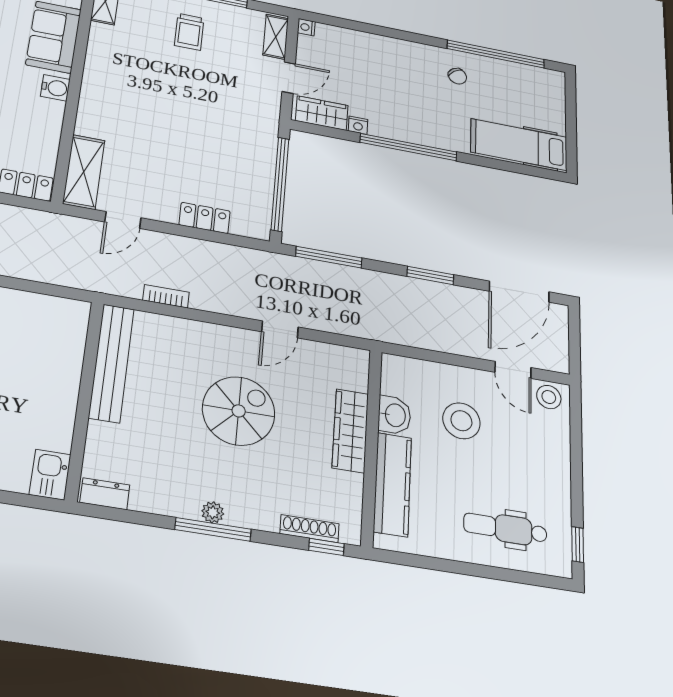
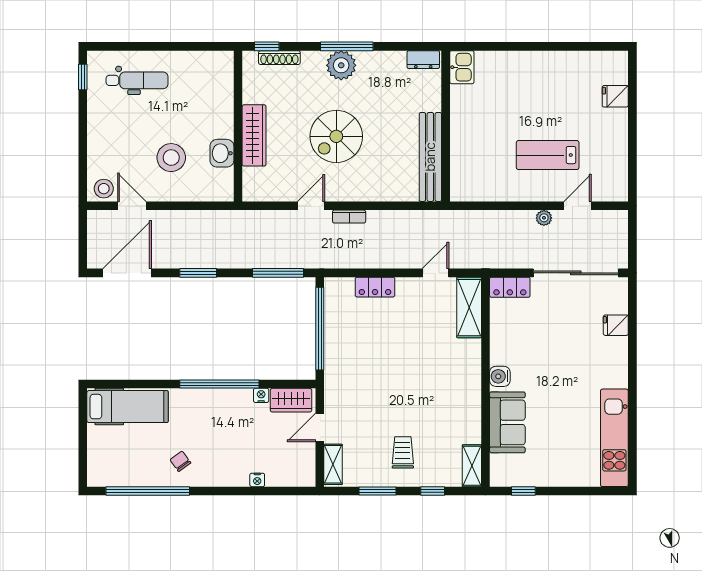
nightstand: (306, 27) -> (257, 480), moved, turned 90
bookcase: (166, 296) -> (349, 217), moved
kitchen counter: (393, 484) -> (221, 100), removed
plant: (213, 512) -> (341, 65), width x1.88, depth x1.88

